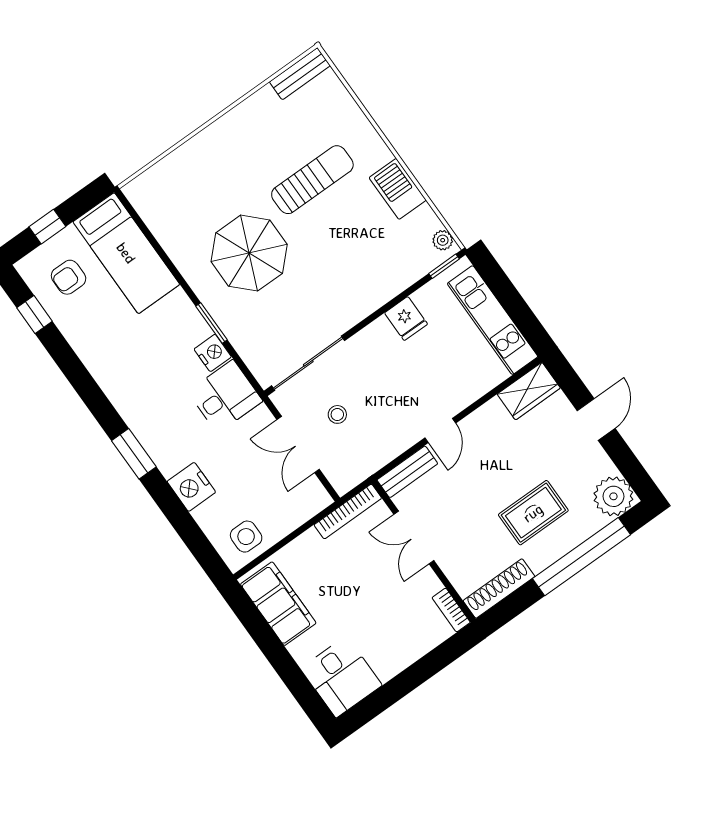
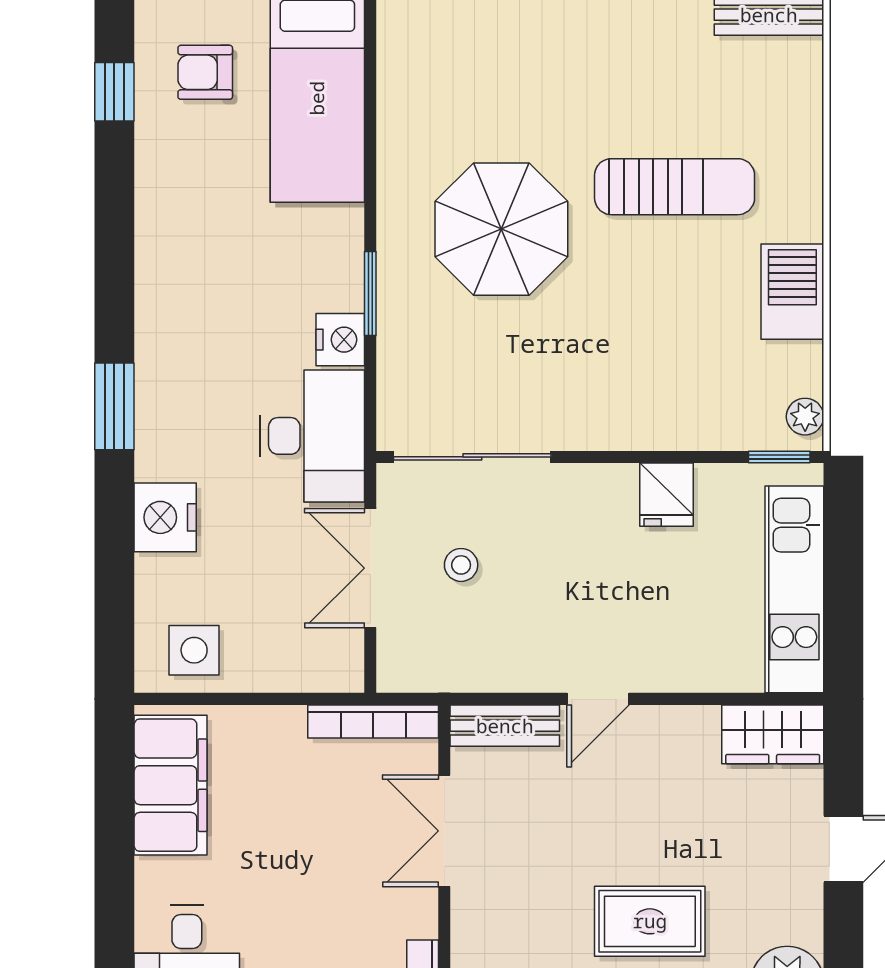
desk: (225, 396) -> (312, 436), width x1.37

